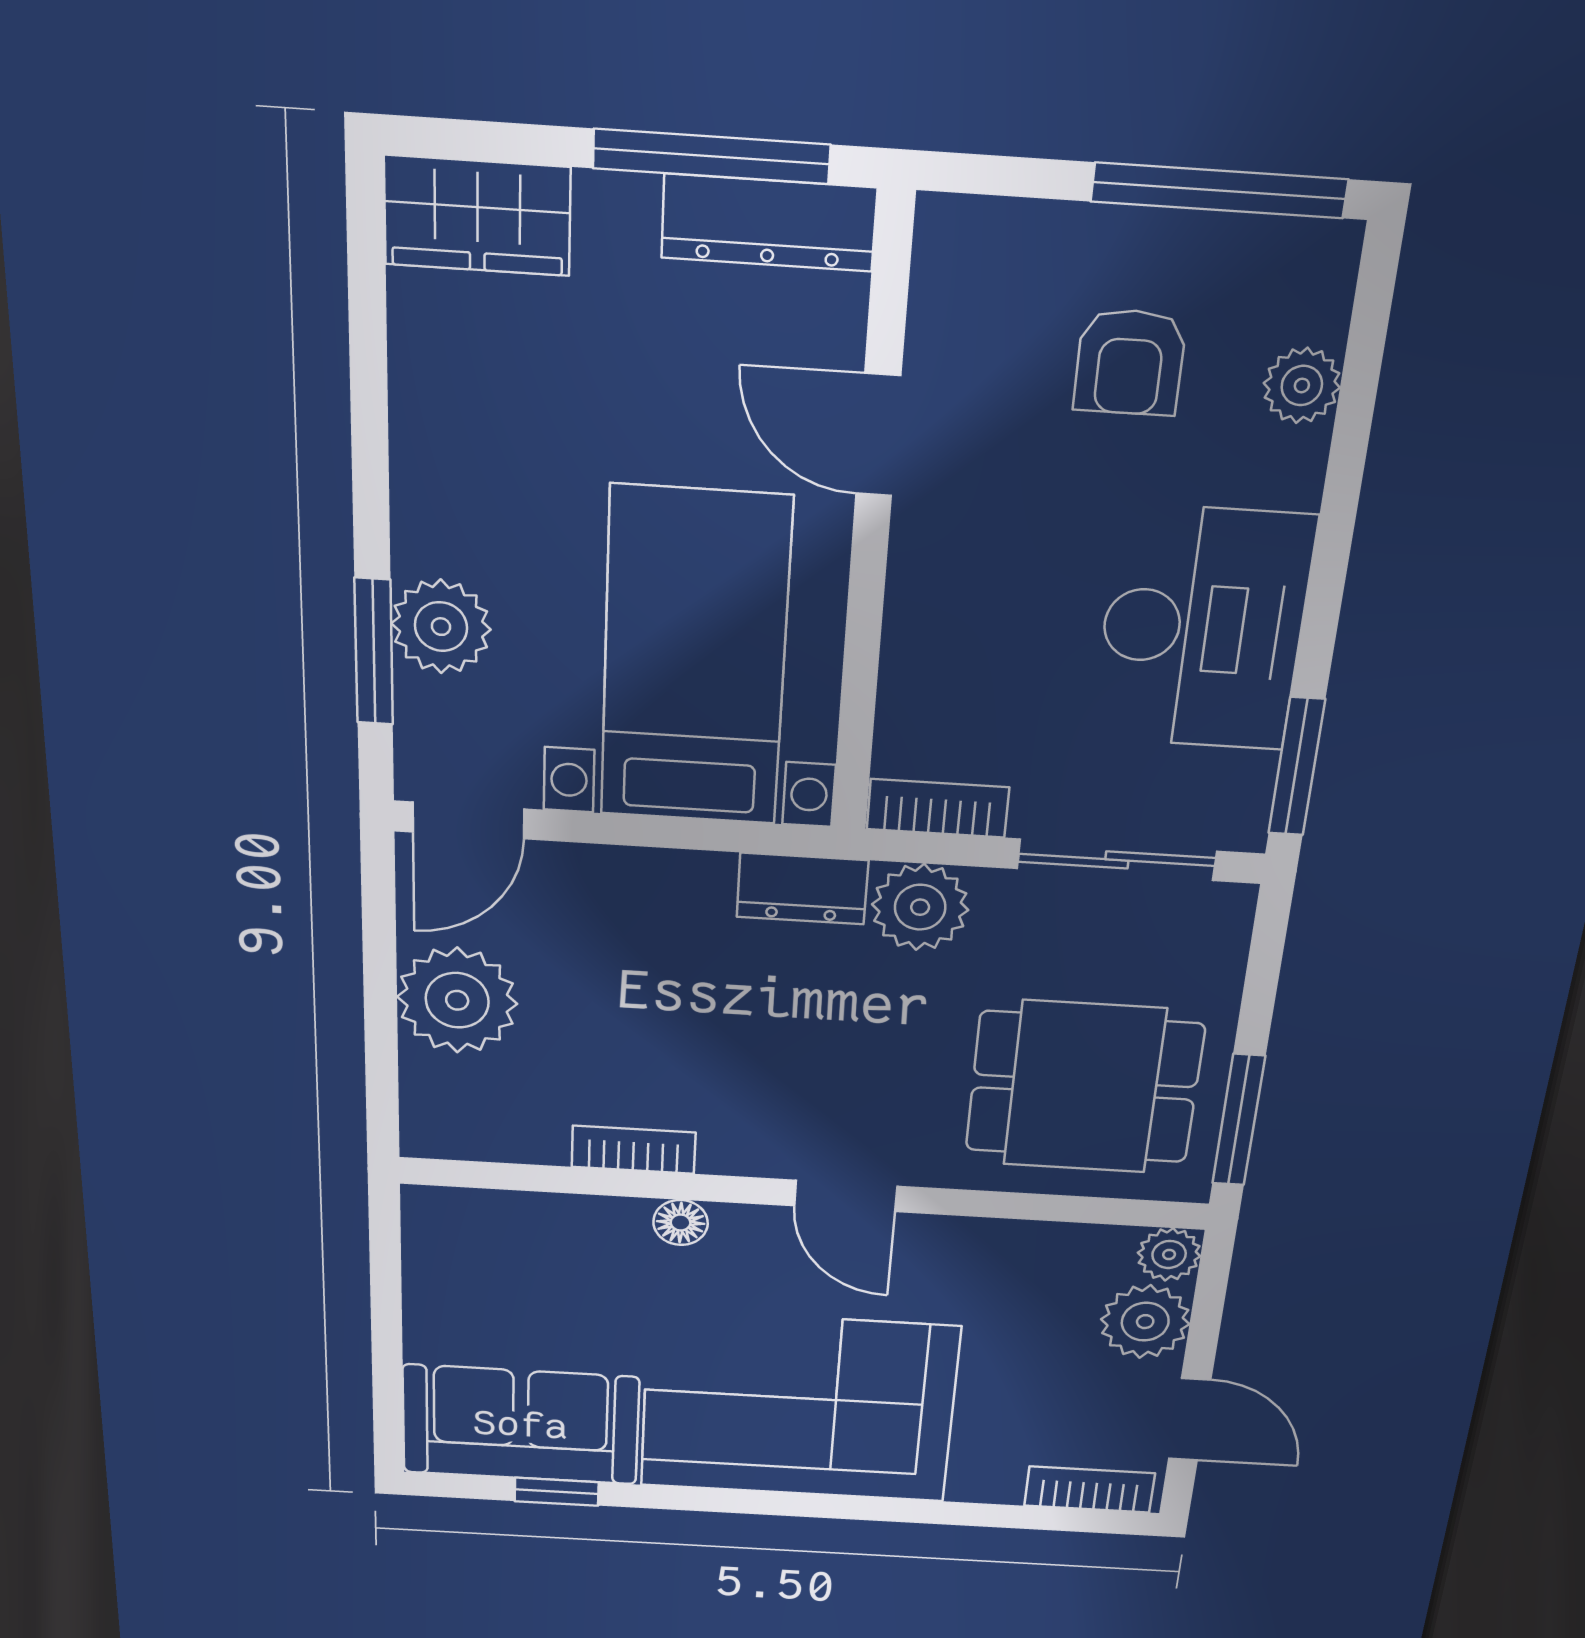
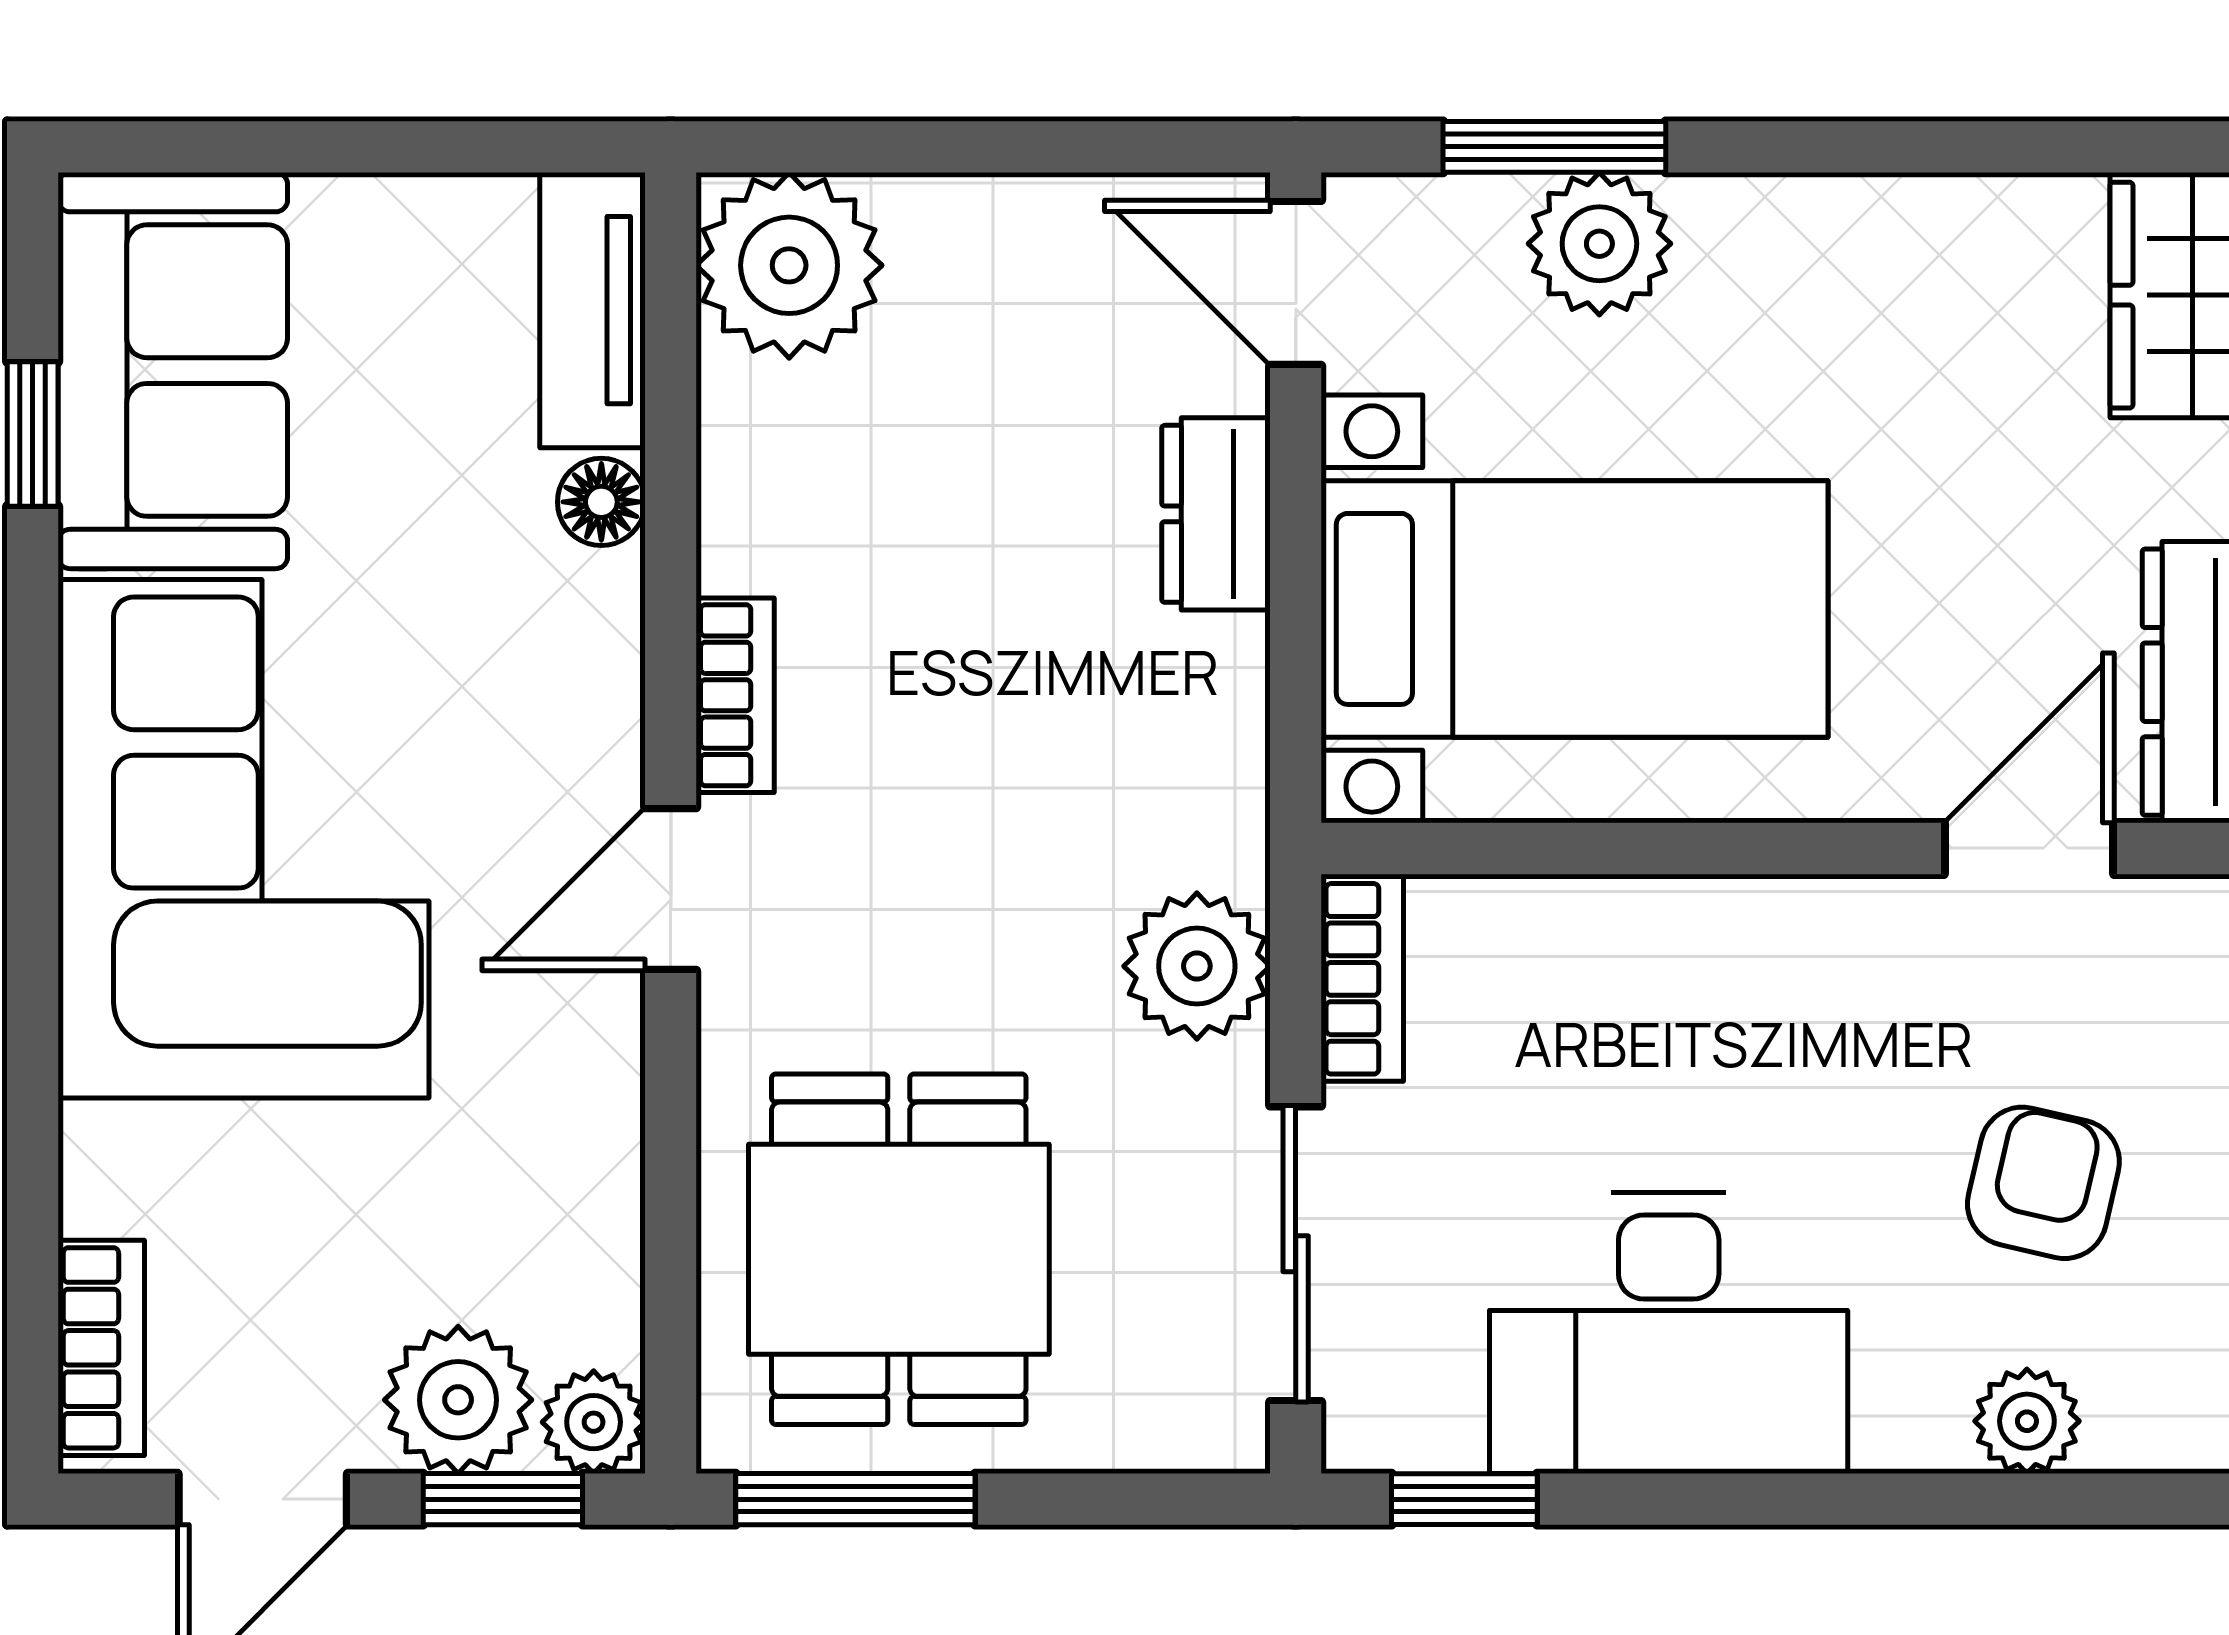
armchair: (1130, 362) -> (2043, 1183), turned 103
door: (878, 435) -> (2029, 848), moved
window: (1297, 767) -> (1464, 1499), width x0.67
dresser: (802, 889) -> (1216, 514), moved
plant: (457, 1000) -> (789, 265), moved
bookcase: (634, 1150) -> (735, 695), moved
tv unit: (486, 1216) -> (592, 310), added
floor lamp: (681, 1223) -> (601, 502), moved
window: (1209, 1303) -> (503, 1499), added

